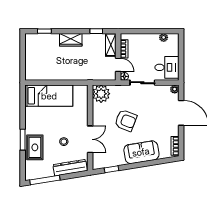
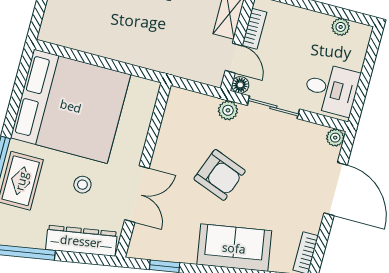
plant: (101, 94) -> (228, 110), moved, width x0.53, depth x0.53
bed: (49, 96) -> (71, 106), width x2.04

